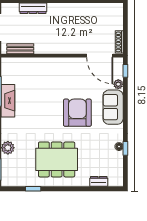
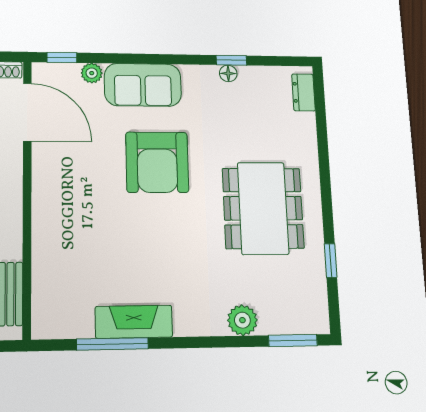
door: (100, 56) -> (27, 112), hinge flipped
armchair: (77, 113) -> (157, 162), turned -90
dresser: (99, 181) -> (303, 92), moved

